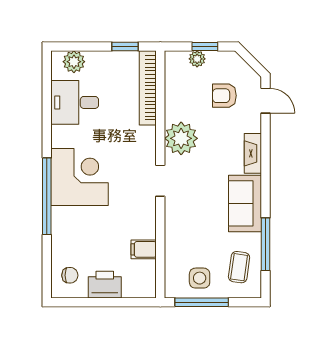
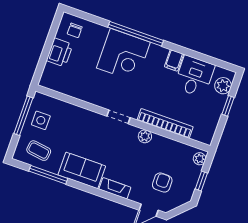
window: (125, 46) -> (228, 106), moved
plant: (197, 59) -> (200, 159), moved
bookcase: (148, 88) -> (165, 123), moved
plant: (181, 138) -> (145, 136), width x0.53, depth x0.53
corner desk: (80, 177) -> (123, 55), moved
filing cabinet: (144, 249) -> (174, 60), moved, turned 180

